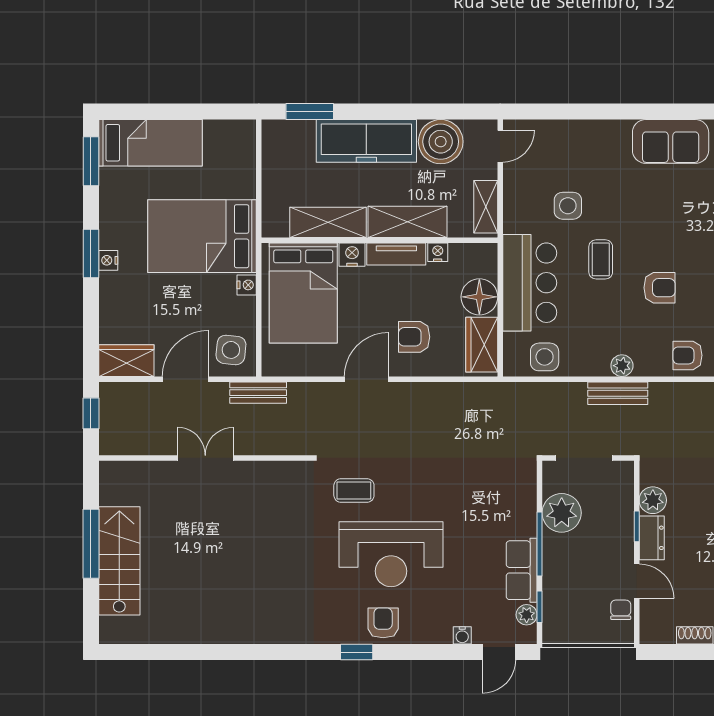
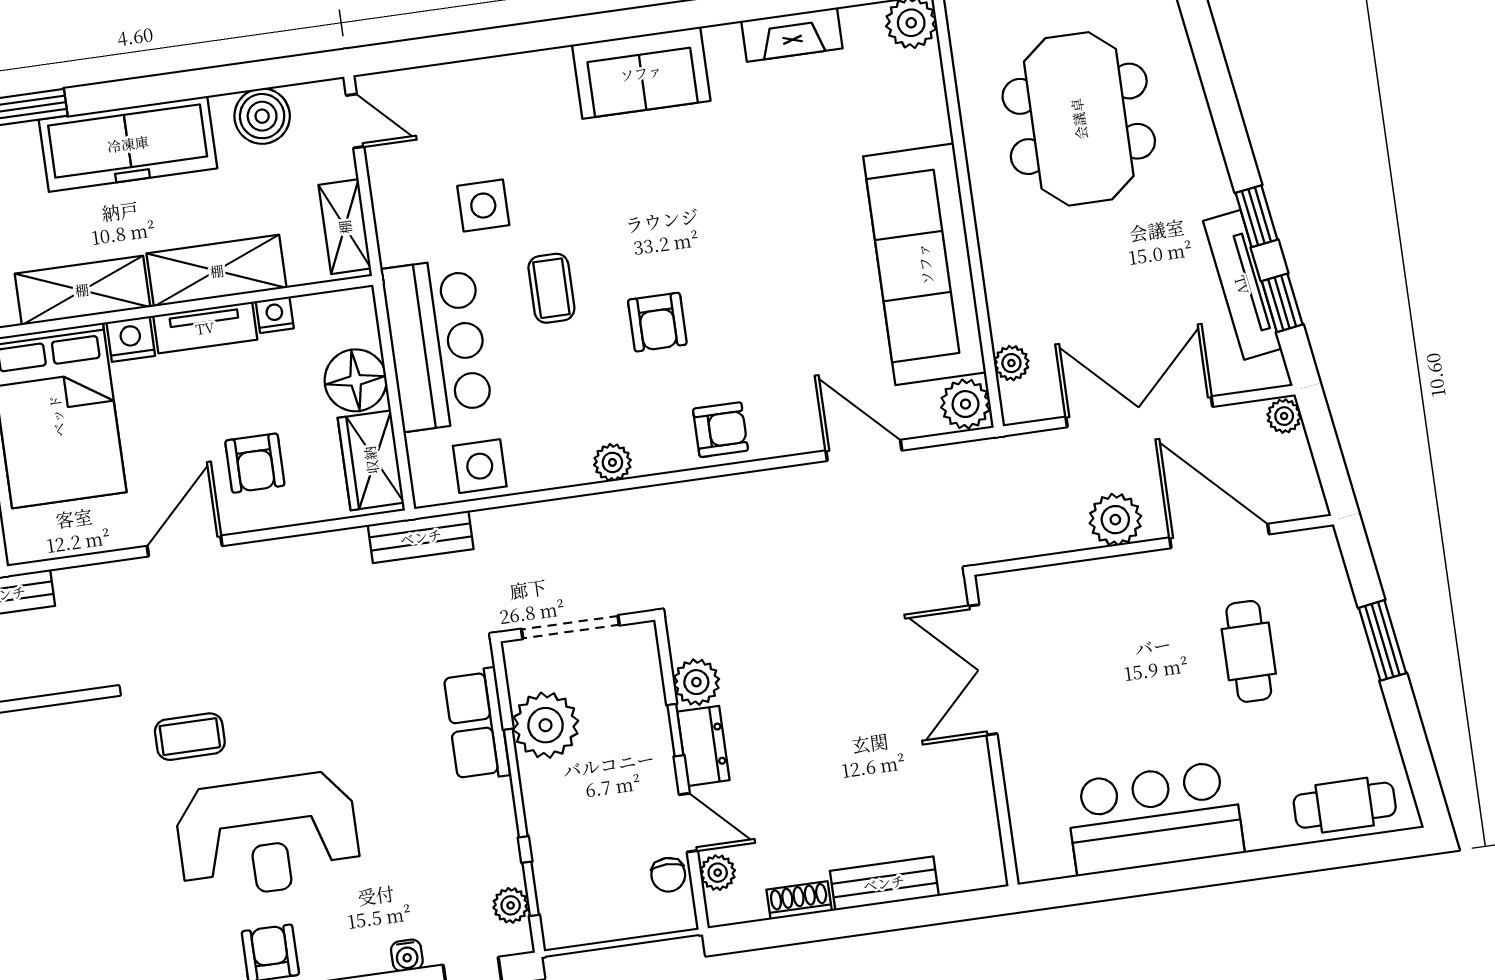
boiler: (441, 142) -> (262, 116), width x0.73, depth x0.73
door: (500, 146) -> (355, 121), hinge flipped
armchair: (660, 288) -> (657, 322), turned 90
armchair: (414, 337) -> (255, 463), turned -90
armchair: (687, 355) -> (720, 430), turned 180
bench: (618, 393) -> (421, 537), moved
row of seats: (522, 570) -> (477, 725), moved
chair: (621, 610) -> (668, 875), turned 180
plant: (650, 613) -> (718, 873), added

